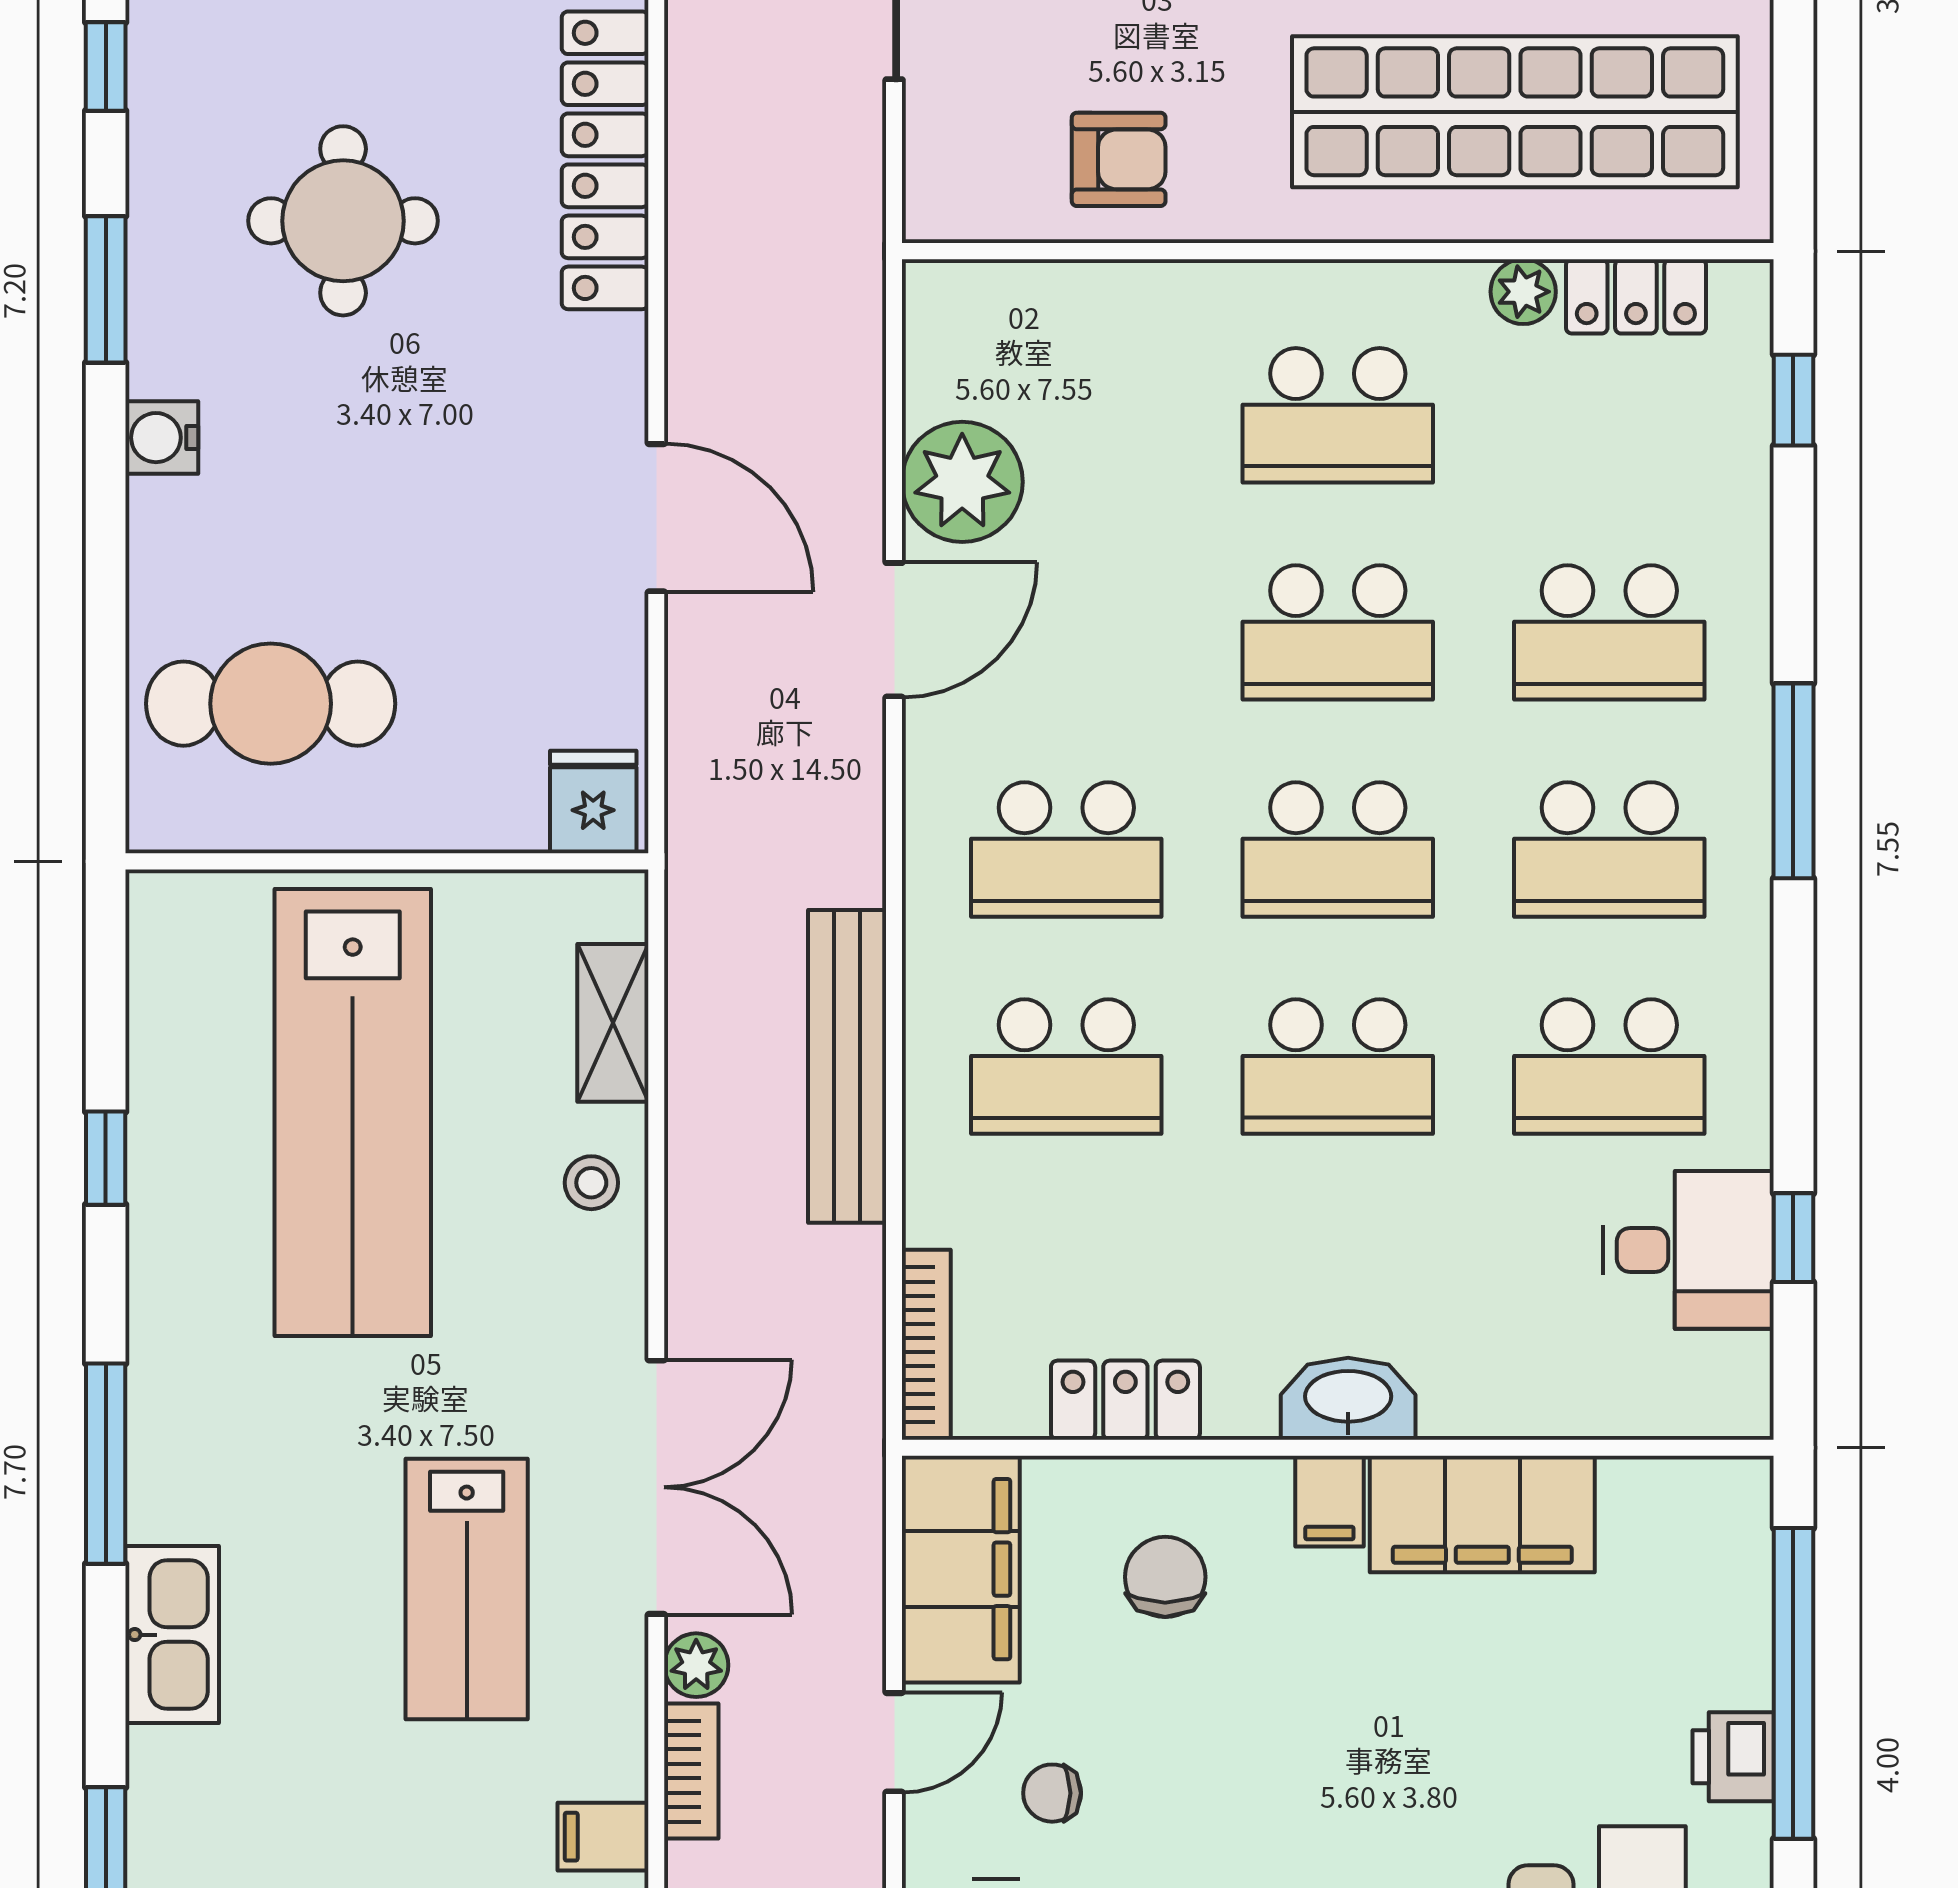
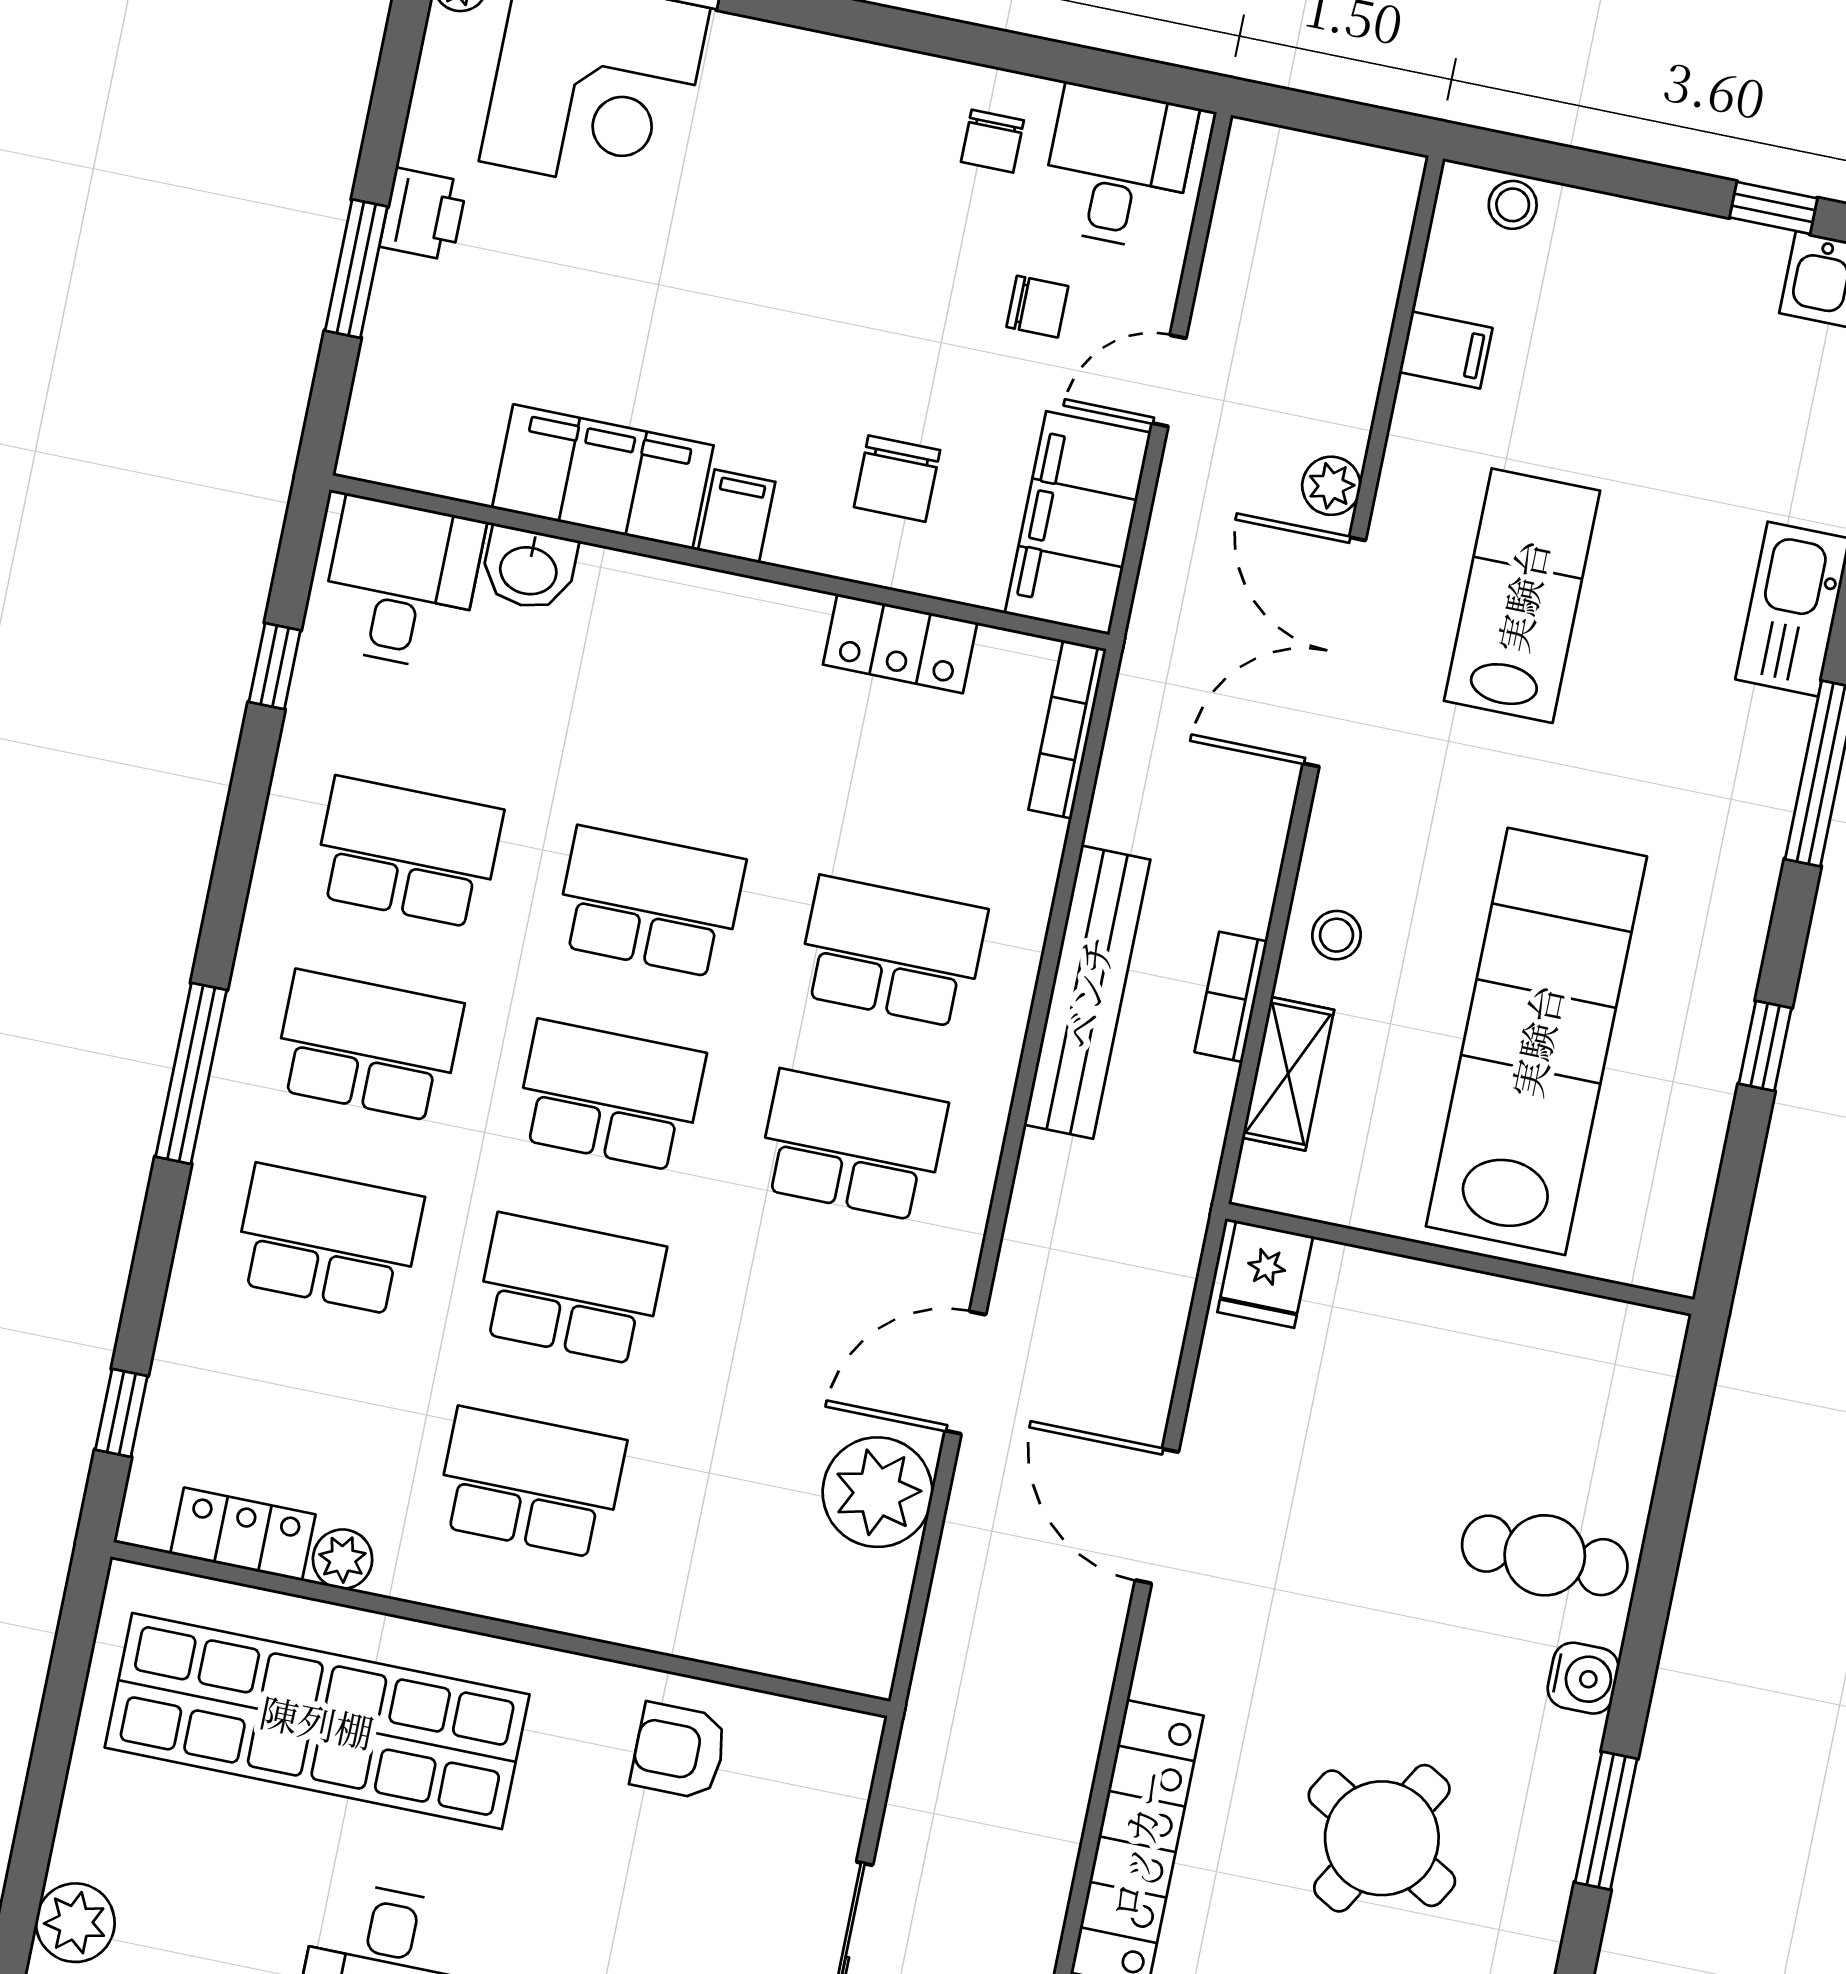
round table: (343, 221) -> (1382, 1838), turned 30
cafe table: (271, 704) -> (1545, 1555), moved, width x0.73, depth x0.74
desk: (1688, 1250) -> (401, 583), moved, turned 90
washbasin: (1348, 1399) -> (529, 569), moved, width x0.72
window: (1793, 1683) -> (356, 269), width x0.47
bookcase: (691, 1771) -> (1231, 997), moved

